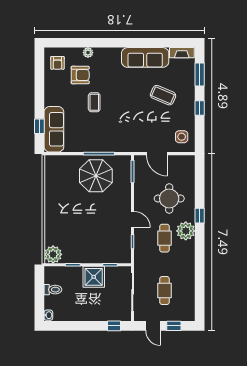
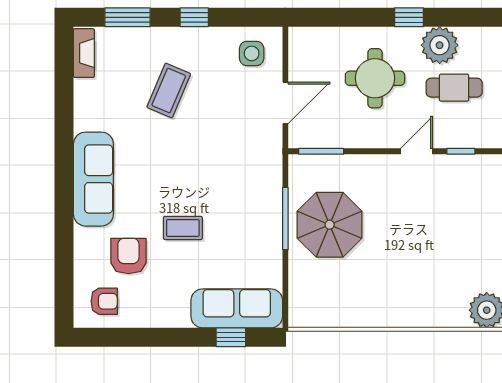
plant: (88, 53) -> (84, 240), removed
sofa: (145, 57) -> (93, 179), moved

